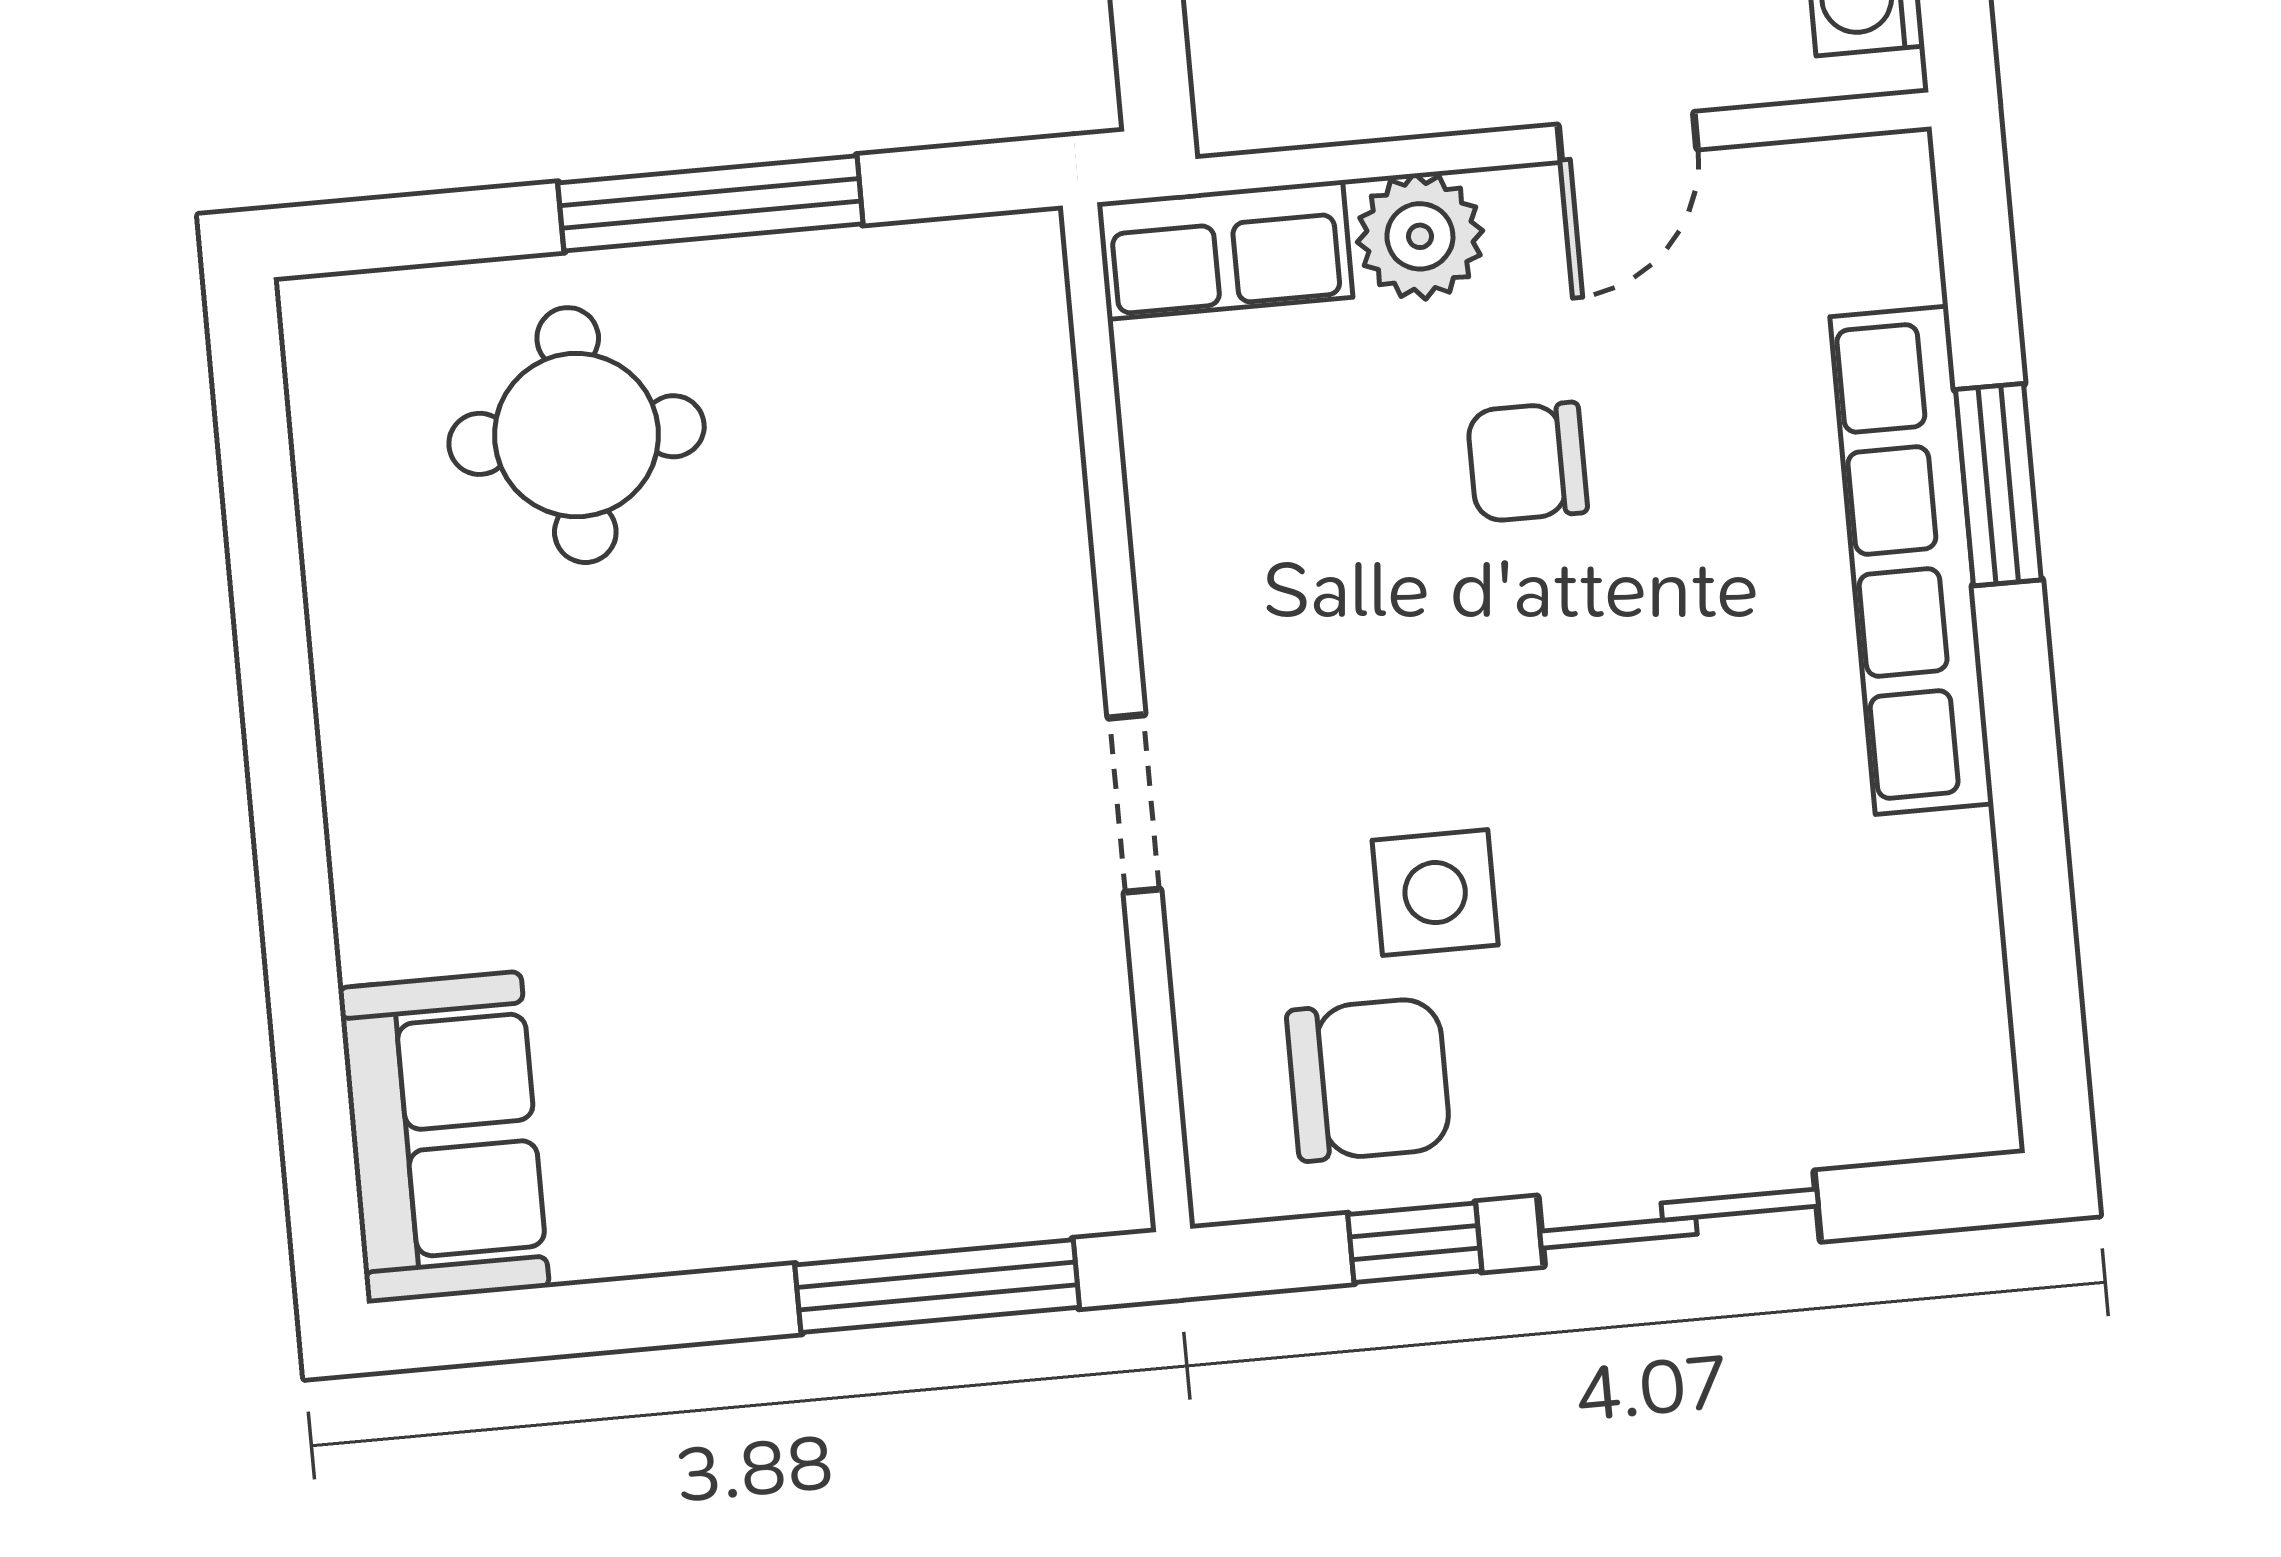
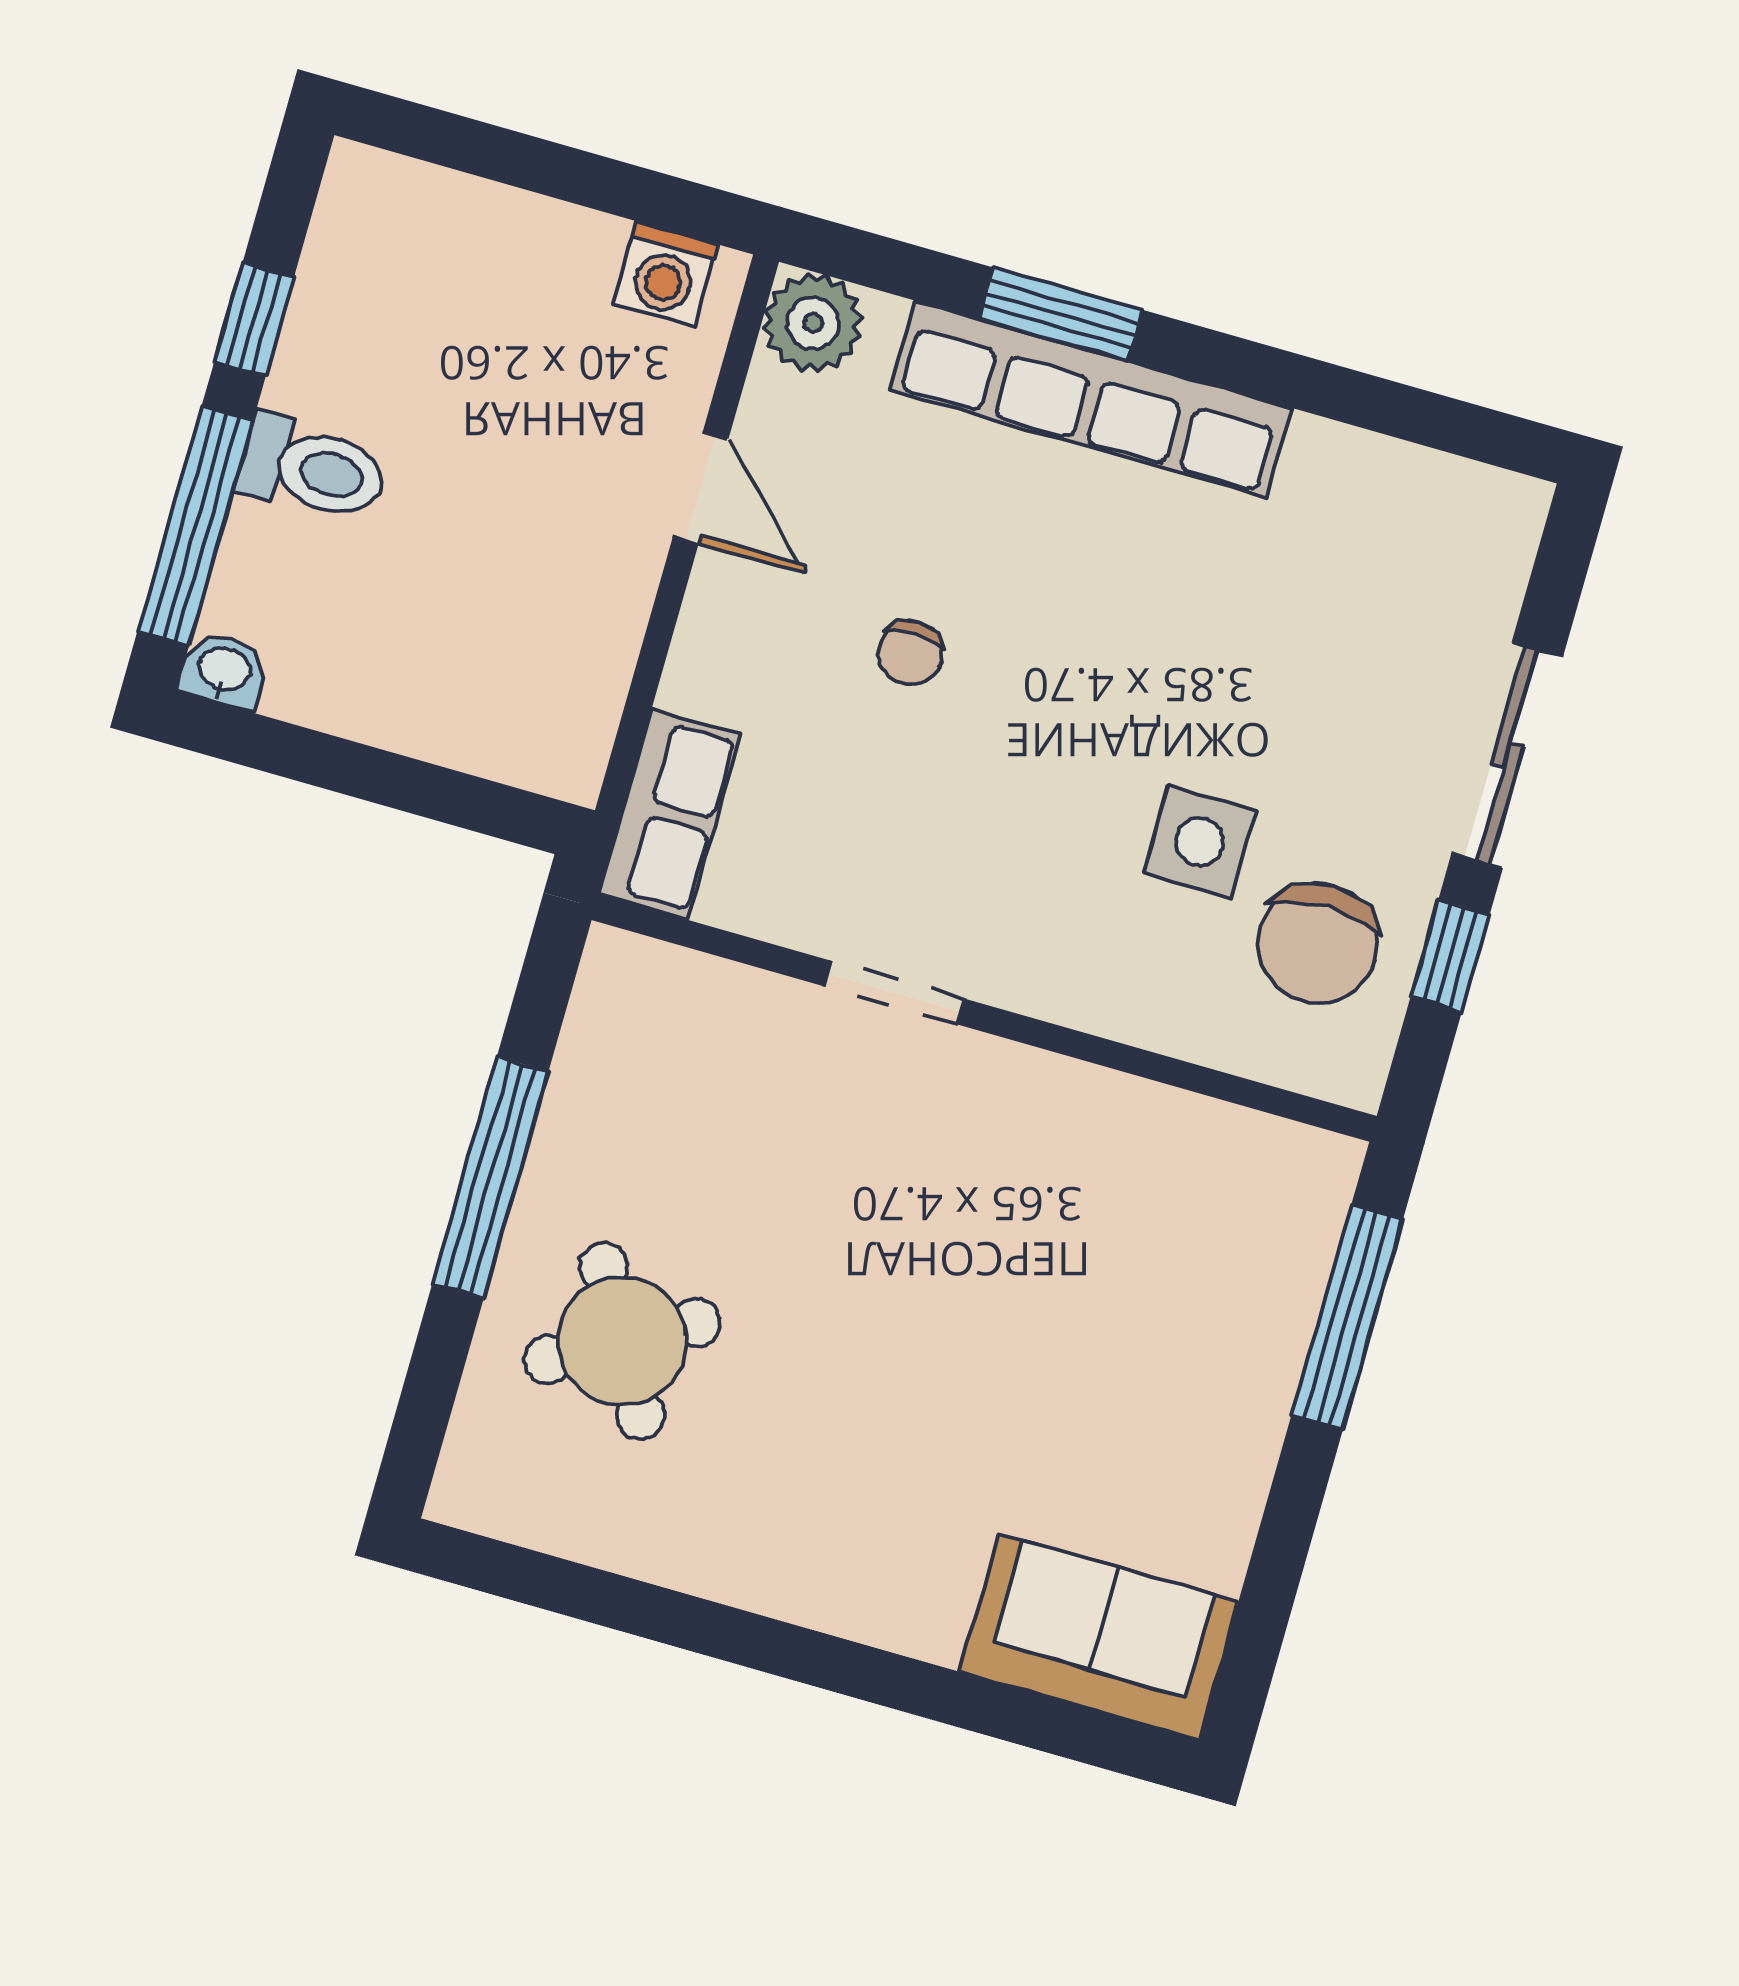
plant: (1420, 236) -> (813, 323), moved
round table: (577, 435) -> (622, 1341), turned -30
chair: (1527, 462) -> (910, 653), width x0.73, depth x0.73
doorway: (1134, 804) -> (894, 992), moved
chair: (1369, 1079) -> (1318, 943), turned 180

